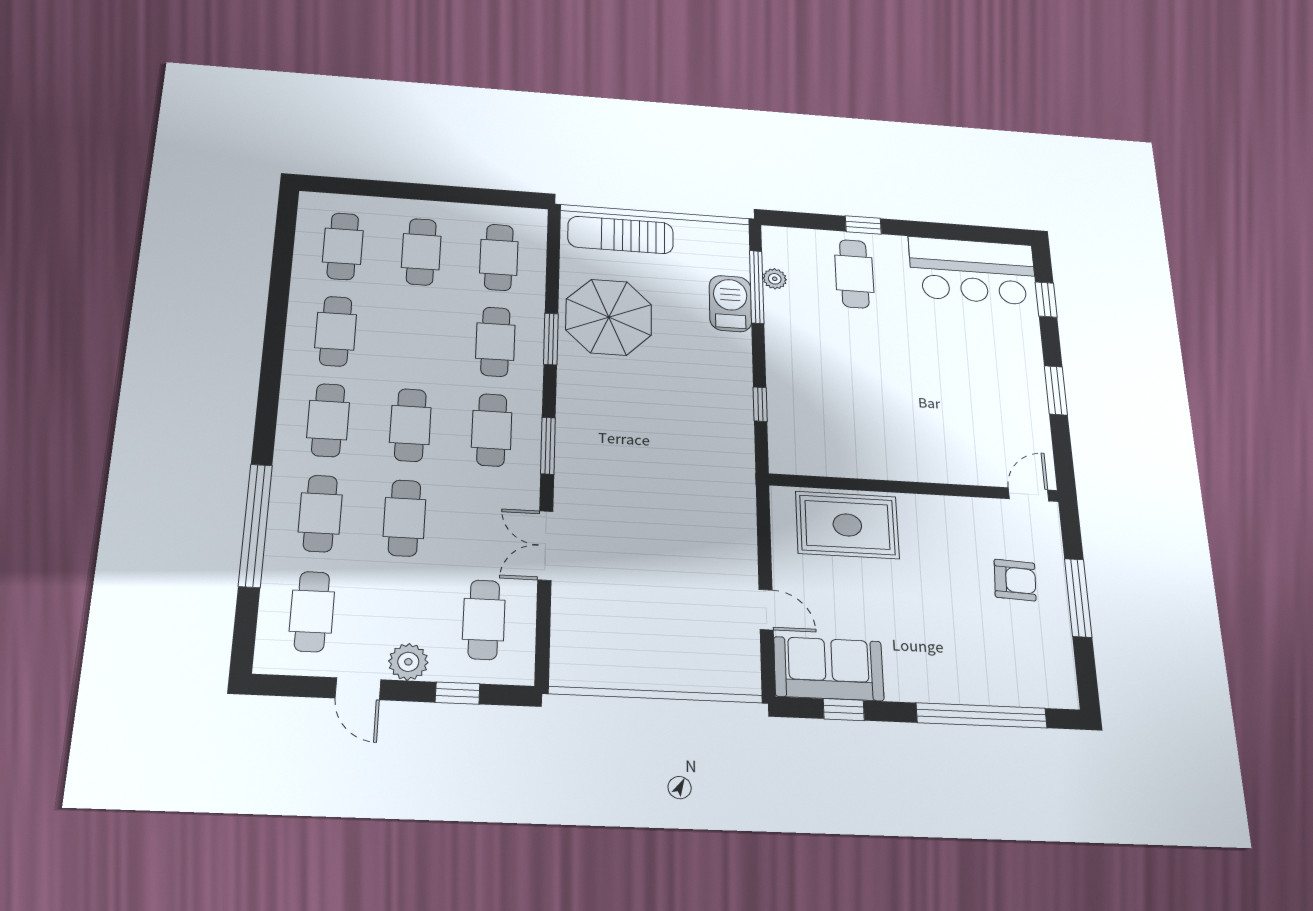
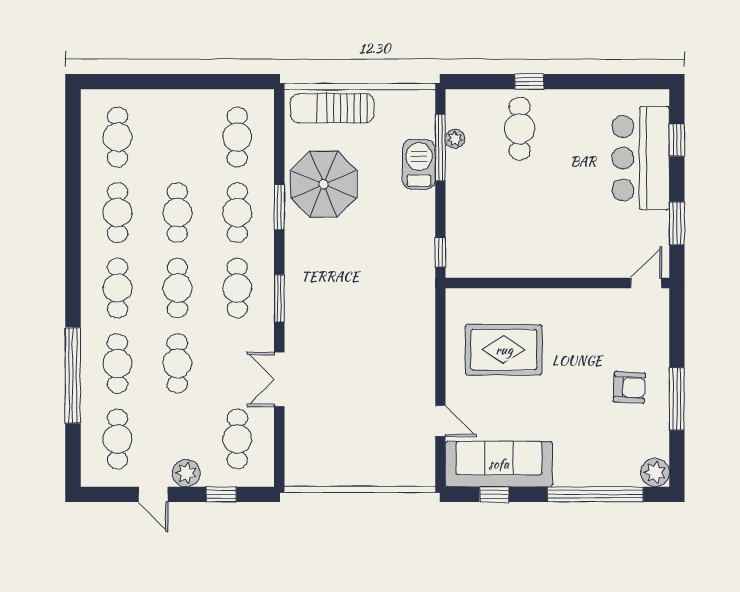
cafe table: (421, 252) -> (177, 213), moved
bar counter: (973, 271) -> (641, 158), moved, turned 90
wall: (915, 488) -> (557, 283), moved
door: (1029, 494) -> (646, 283), moved
sofa: (829, 669) -> (499, 464), width x1.36
plant: (1059, 690) -> (655, 473), added

